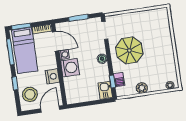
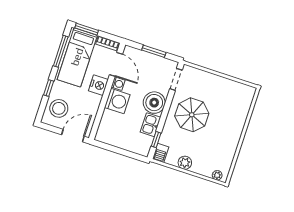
boiler: (102, 59) -> (154, 103), width x1.86, depth x1.86
nightstand: (52, 76) -> (98, 85), moved
barbecue: (119, 80) -> (161, 153), moved
kitchen sink: (105, 90) -> (150, 125), moved

